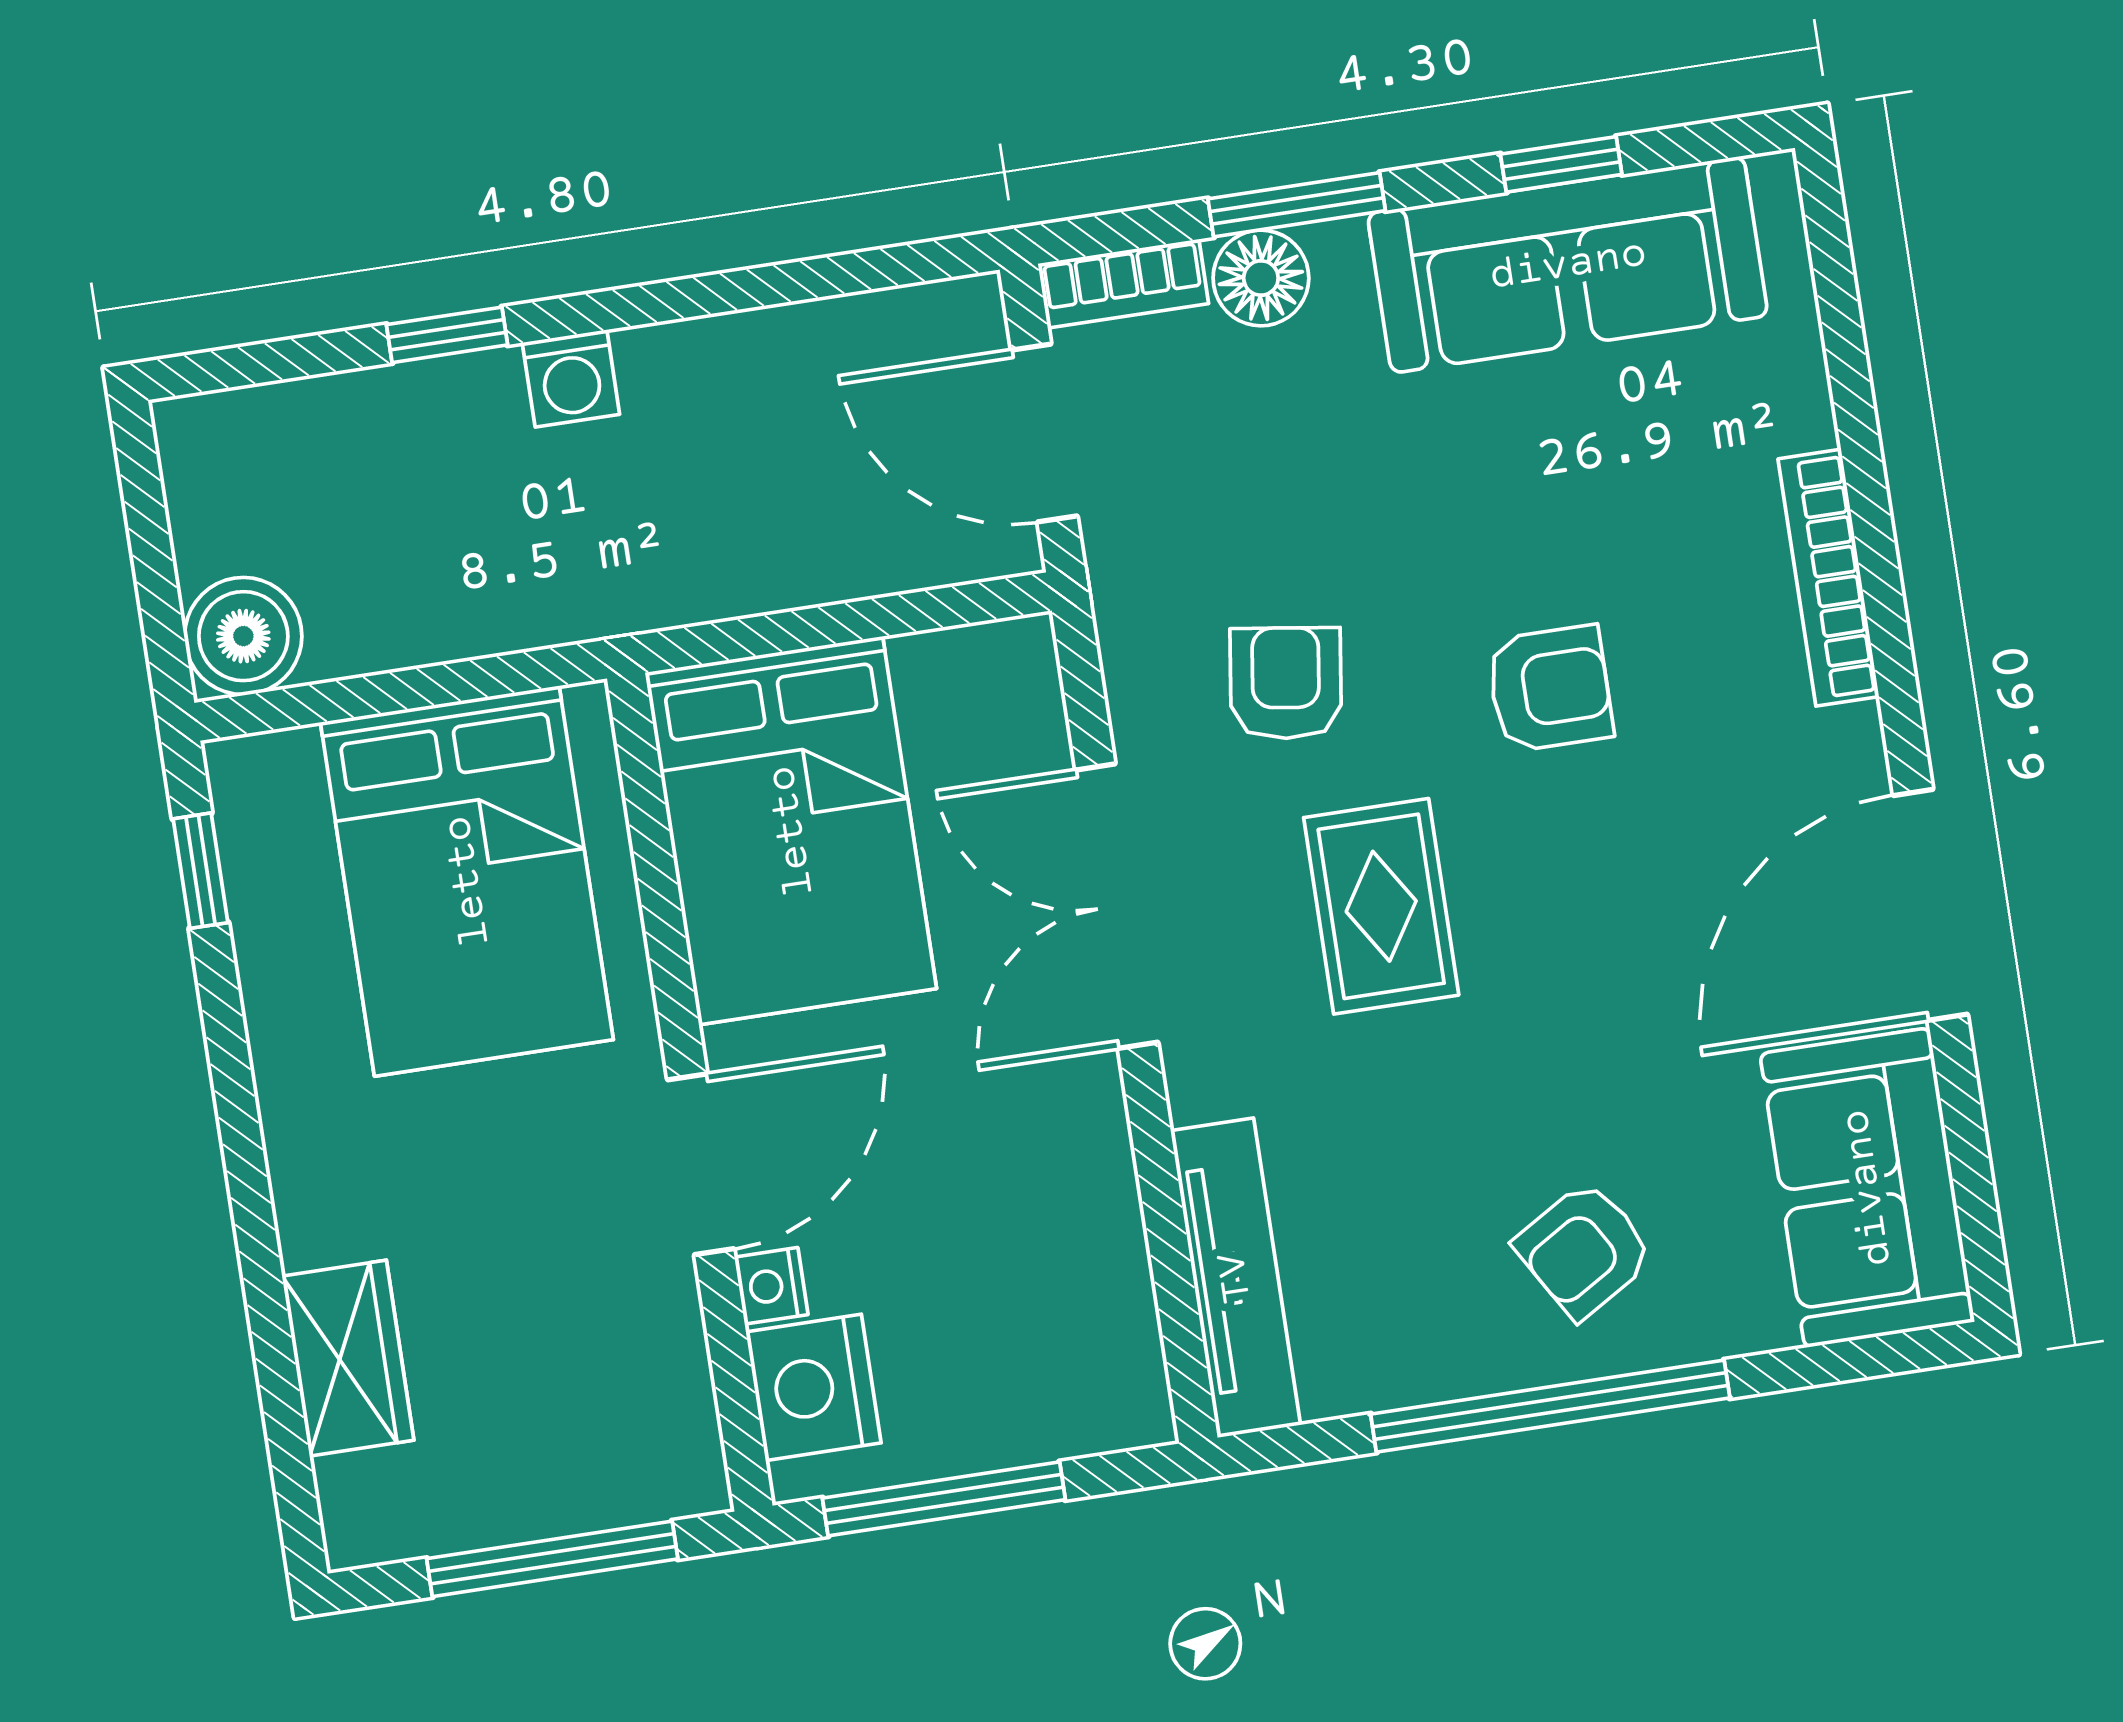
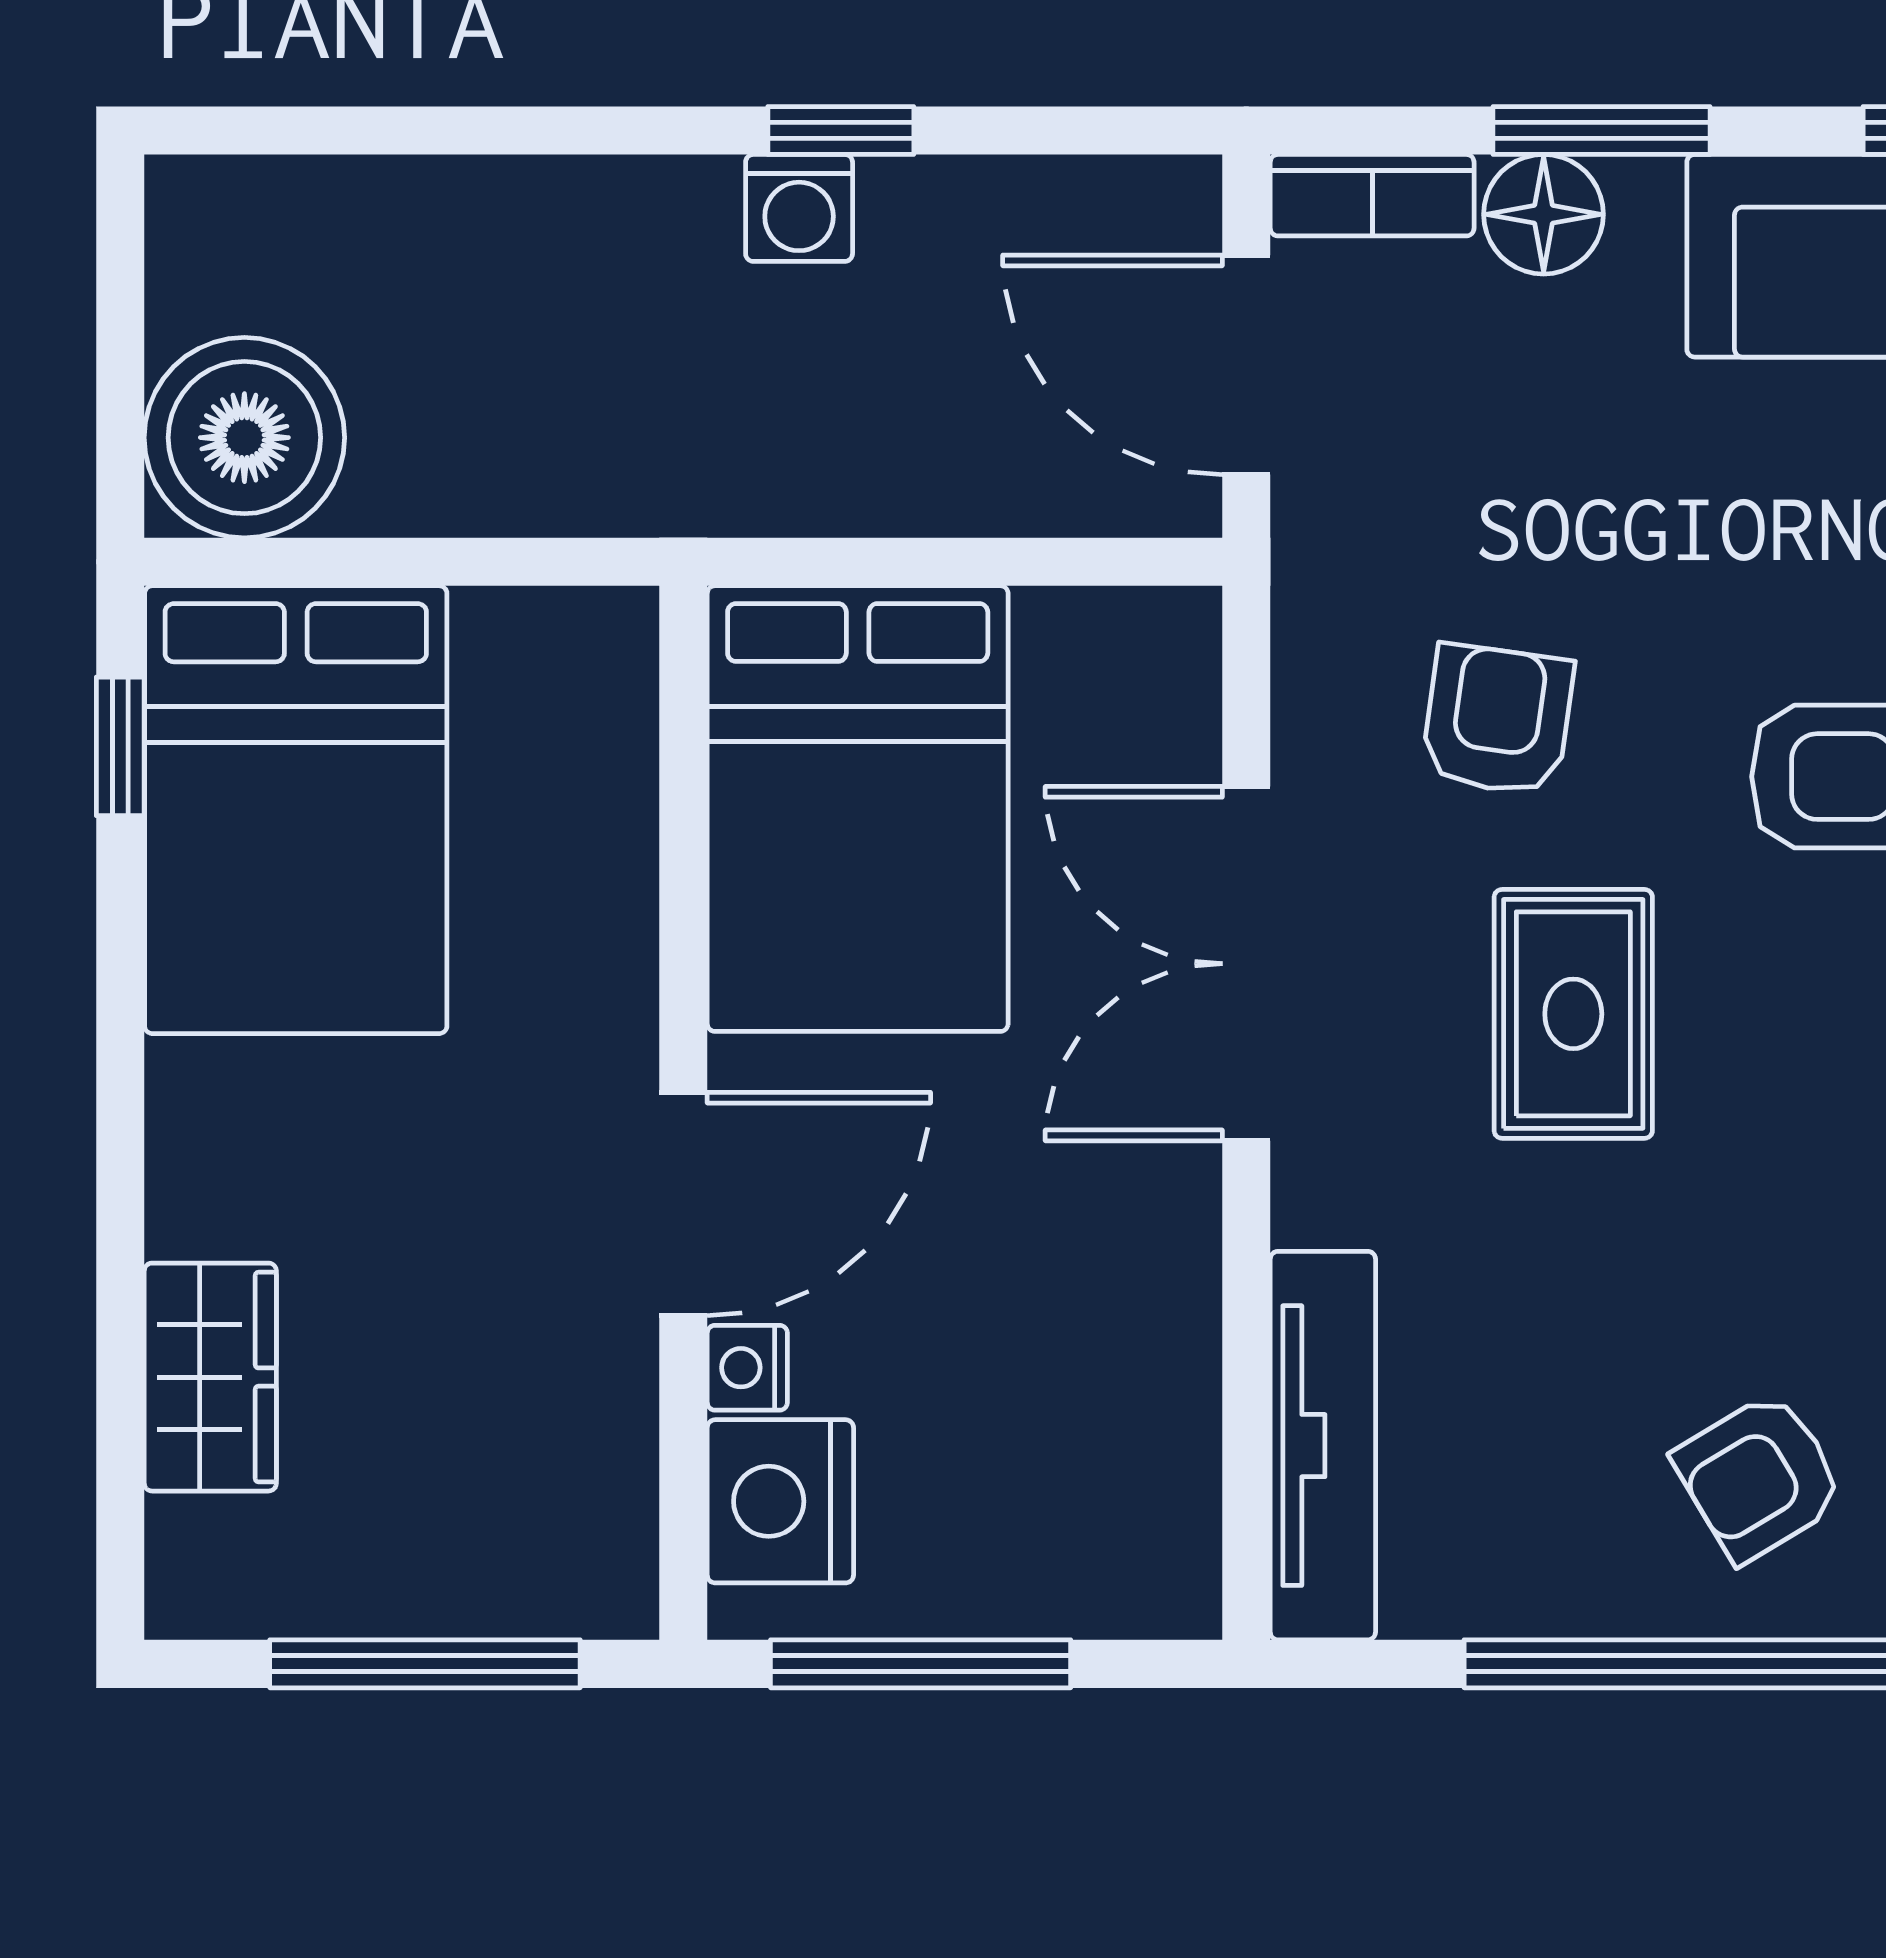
window: (447, 335) -> (841, 130), moved
washing machine: (571, 378) -> (799, 208), moved
boiler: (243, 636) -> (244, 438), width x1.37, depth x1.37
bed: (467, 881) -> (296, 810), moved

